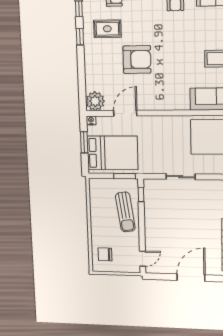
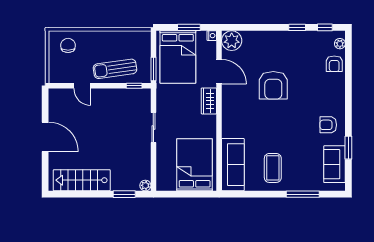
rug: (107, 29) -> (304, 56), removed
wardrobe: (154, 123) -> (209, 101), added
door: (143, 259) -> (82, 86), moved

